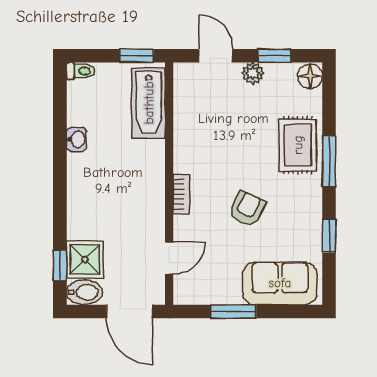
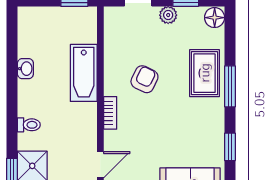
toilet: (81, 71) -> (29, 125), moved
bathtub: (149, 103) -> (84, 73), moved
armchair: (247, 209) -> (144, 79), moved

